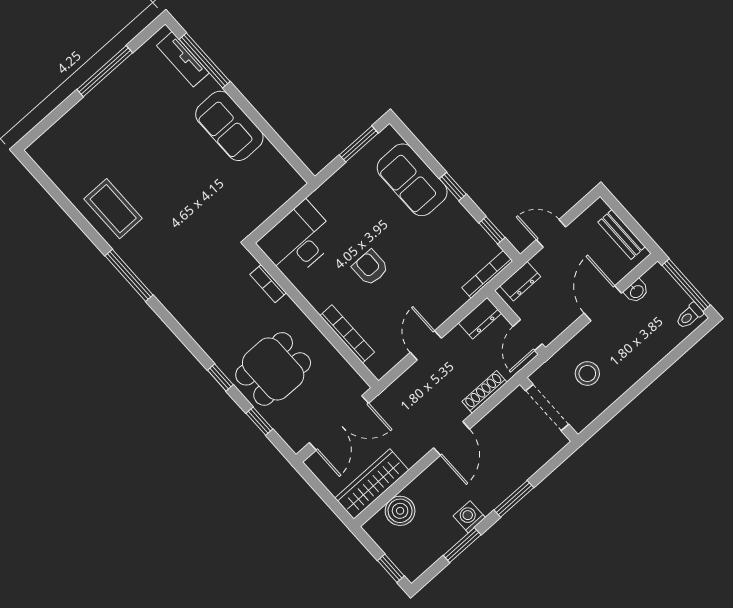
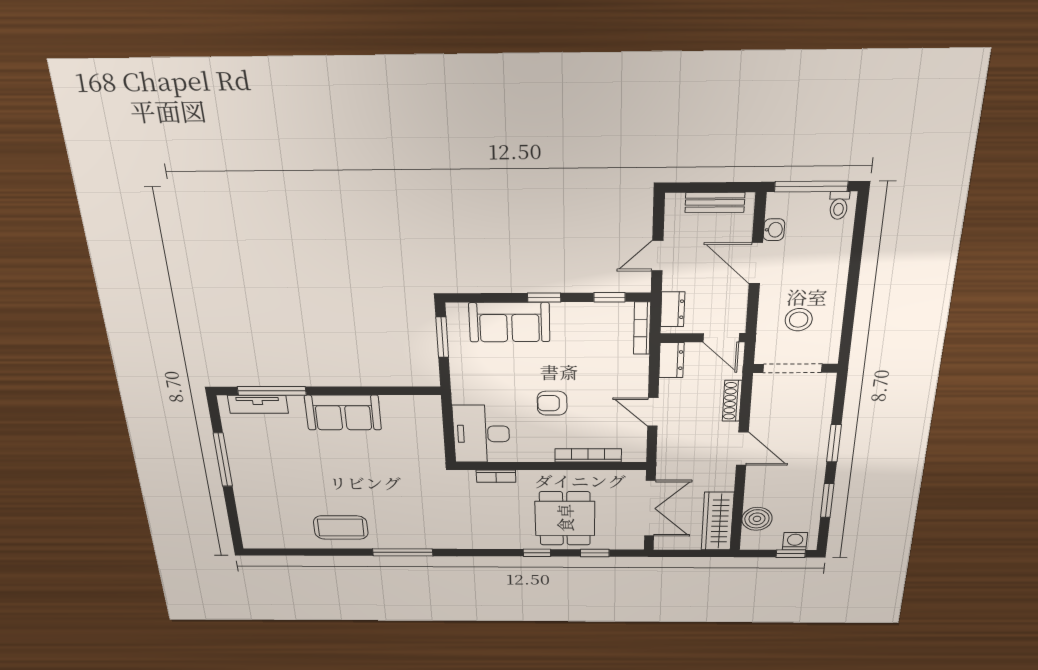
washing machine: (469, 517) -> (795, 541), moved, turned 90

